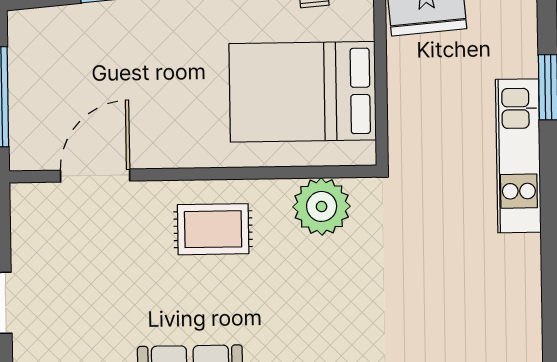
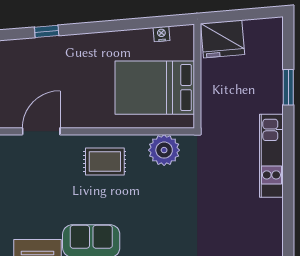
kitchen unit: (518, 156) -> (271, 156), moved

